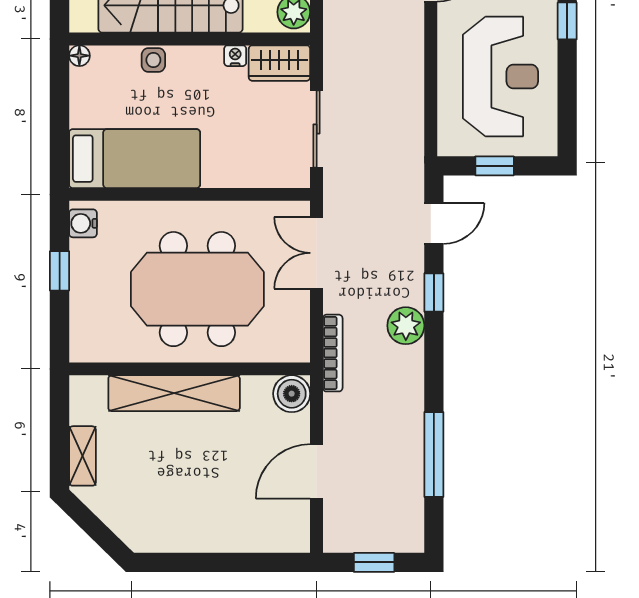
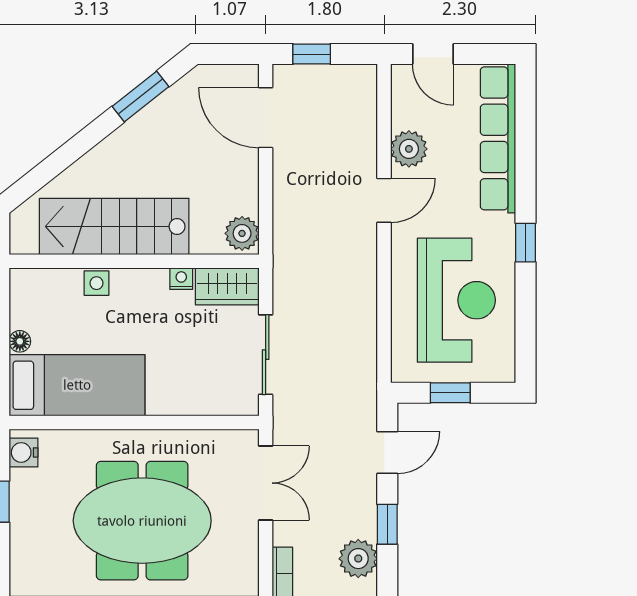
floor lamp: (79, 56) -> (20, 341), moved
double door: (317, 253) -> (266, 483), swing flipped

